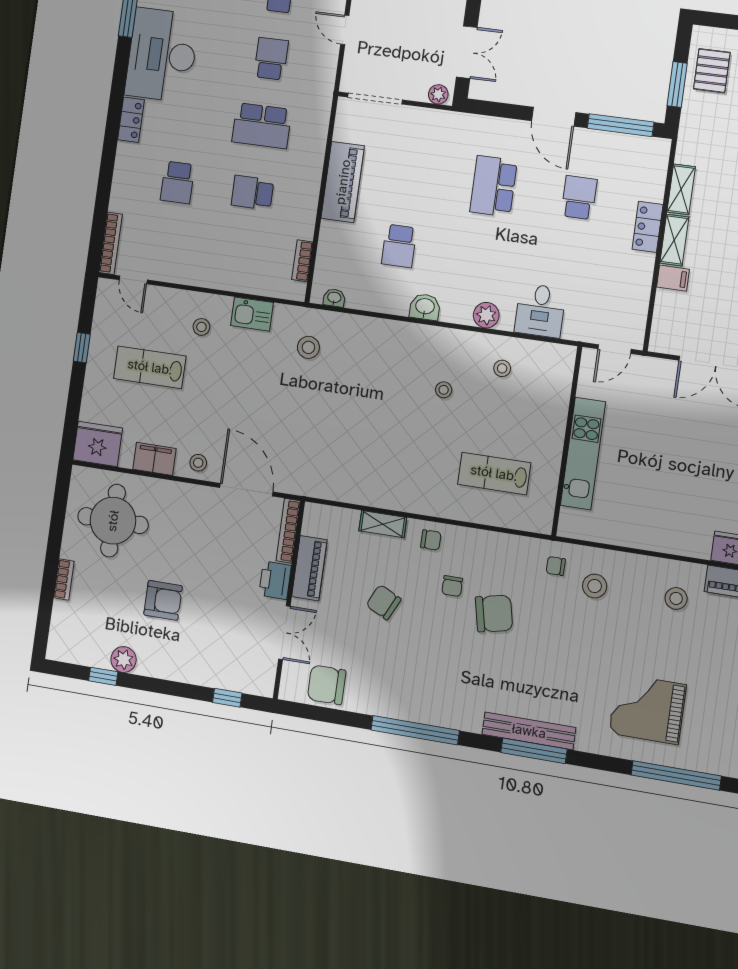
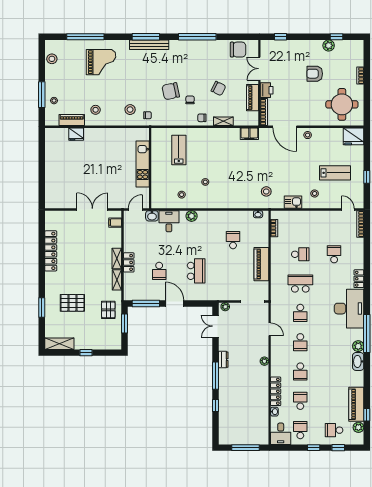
pallet: (712, 71) -> (108, 310), moved
filing cabinet: (673, 278) -> (115, 223), moved
washbasin: (425, 307) -> (152, 216), moved
filing cabinet: (154, 459) -> (249, 134), moved
lab bench: (494, 473) -> (179, 150), turned -90

